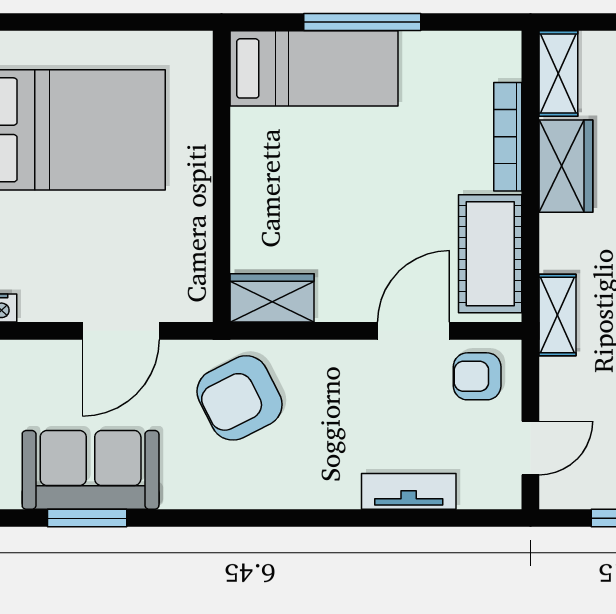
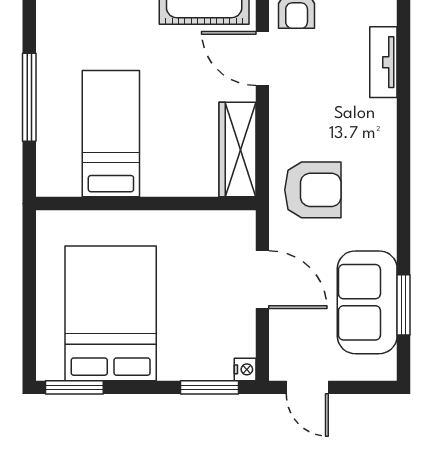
bed: (314, 68) -> (111, 134), moved
wardrobe: (272, 298) -> (237, 150), width x1.50
armchair: (240, 398) -> (313, 190), turned -63

